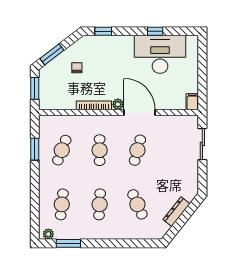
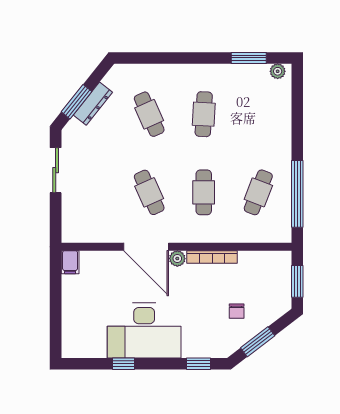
window: (52, 54) -> (258, 342), moved
desk: (160, 54) -> (144, 331), moved
sliding door: (202, 144) -> (56, 170), moved
window: (35, 149) -> (297, 194), width x2.11
cafe table: (137, 150) -> (149, 192), turned -39
cafe table: (62, 204) -> (258, 114), removed
window: (188, 213) -> (77, 102), added

